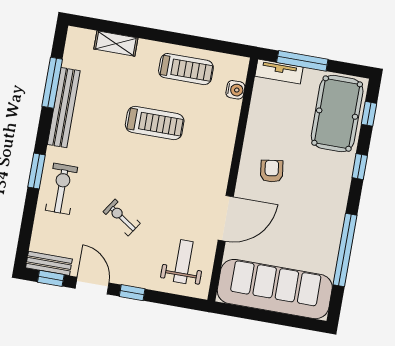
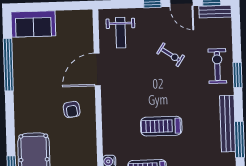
window: (360, 167) -> (10, 126), removed
exercise bike: (61, 189) -> (217, 66), turned 180
sofa: (275, 289) -> (33, 24), width x0.54, depth x0.79

